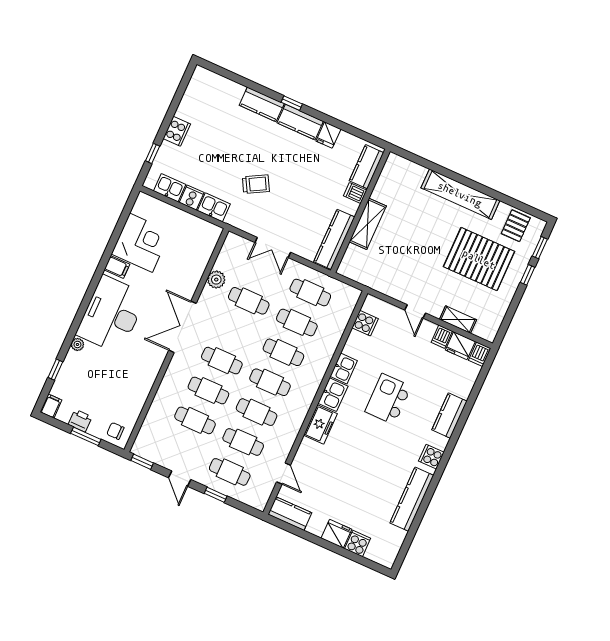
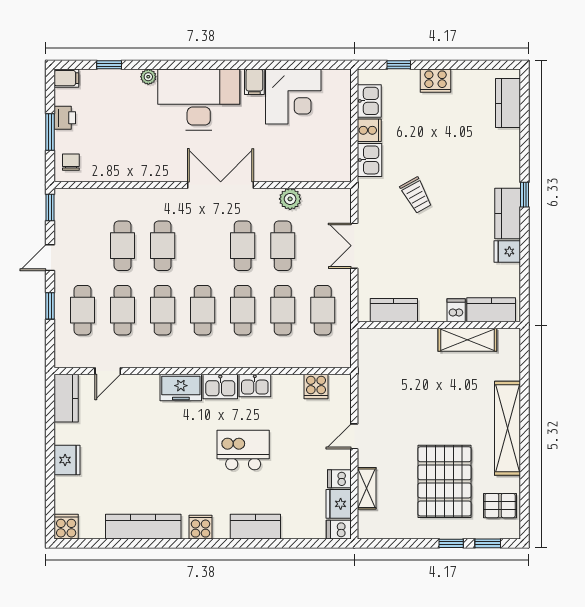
kitchen counter: (262, 104) -> (508, 103), moved
shelving: (368, 224) -> (467, 340), moved
kitchen counter: (334, 239) -> (394, 310), width x0.67
cafe table: (222, 361) -> (243, 246), moved
cooker: (358, 544) -> (66, 527), moved, turned -90

